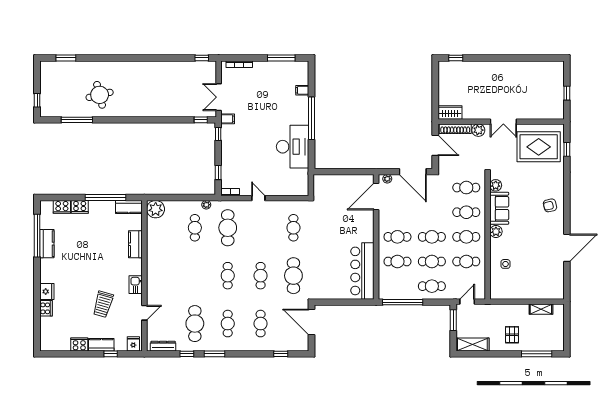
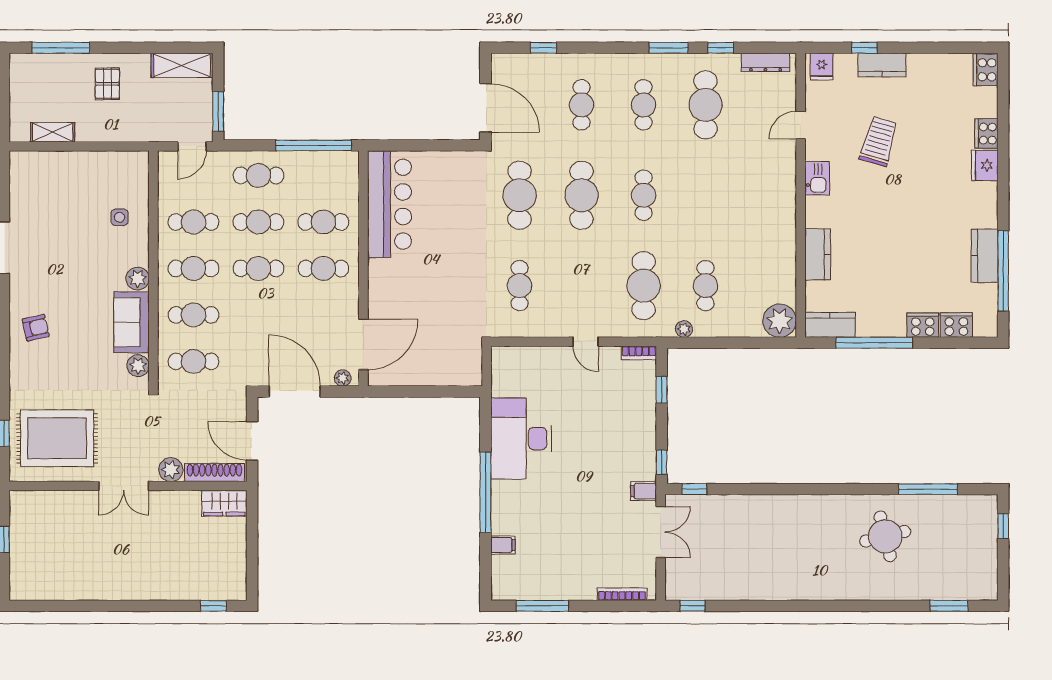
double door: (503, 122) -> (124, 486), swing flipped
cafe table: (261, 276) -> (582, 195), width x1.37, depth x1.35
cooker: (79, 344) -> (986, 70), moved, turned 90

